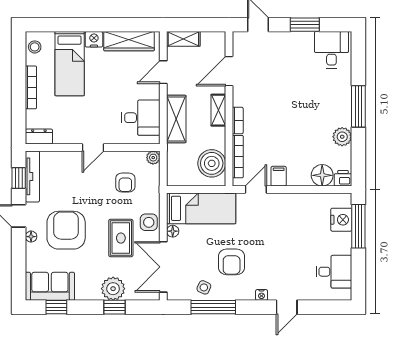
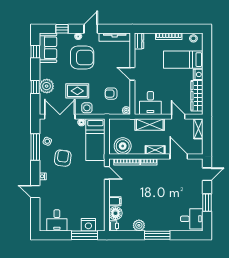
filing cabinet: (279, 176) -> (115, 201), moved
window: (19, 178) -> (62, 29), moved
armchair: (232, 262) -> (63, 158), turned 97

